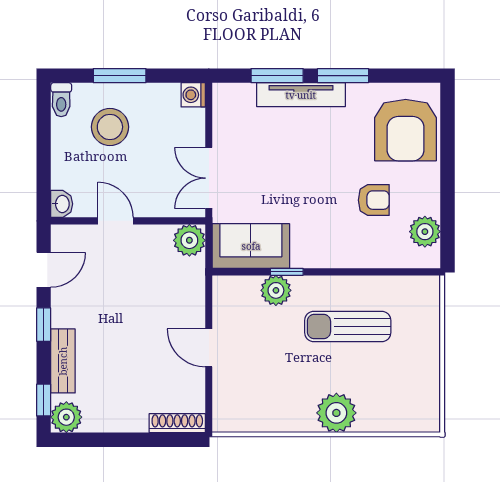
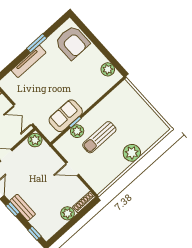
window: (277, 76) -> (16, 62), removed
armchair: (374, 200) -> (82, 74), removed
sofa: (251, 246) -> (66, 116), moved
sun lounger: (348, 326) -> (99, 137), moved
bench: (63, 361) -> (23, 207), moved
plant: (66, 417) -> (68, 213), moved

